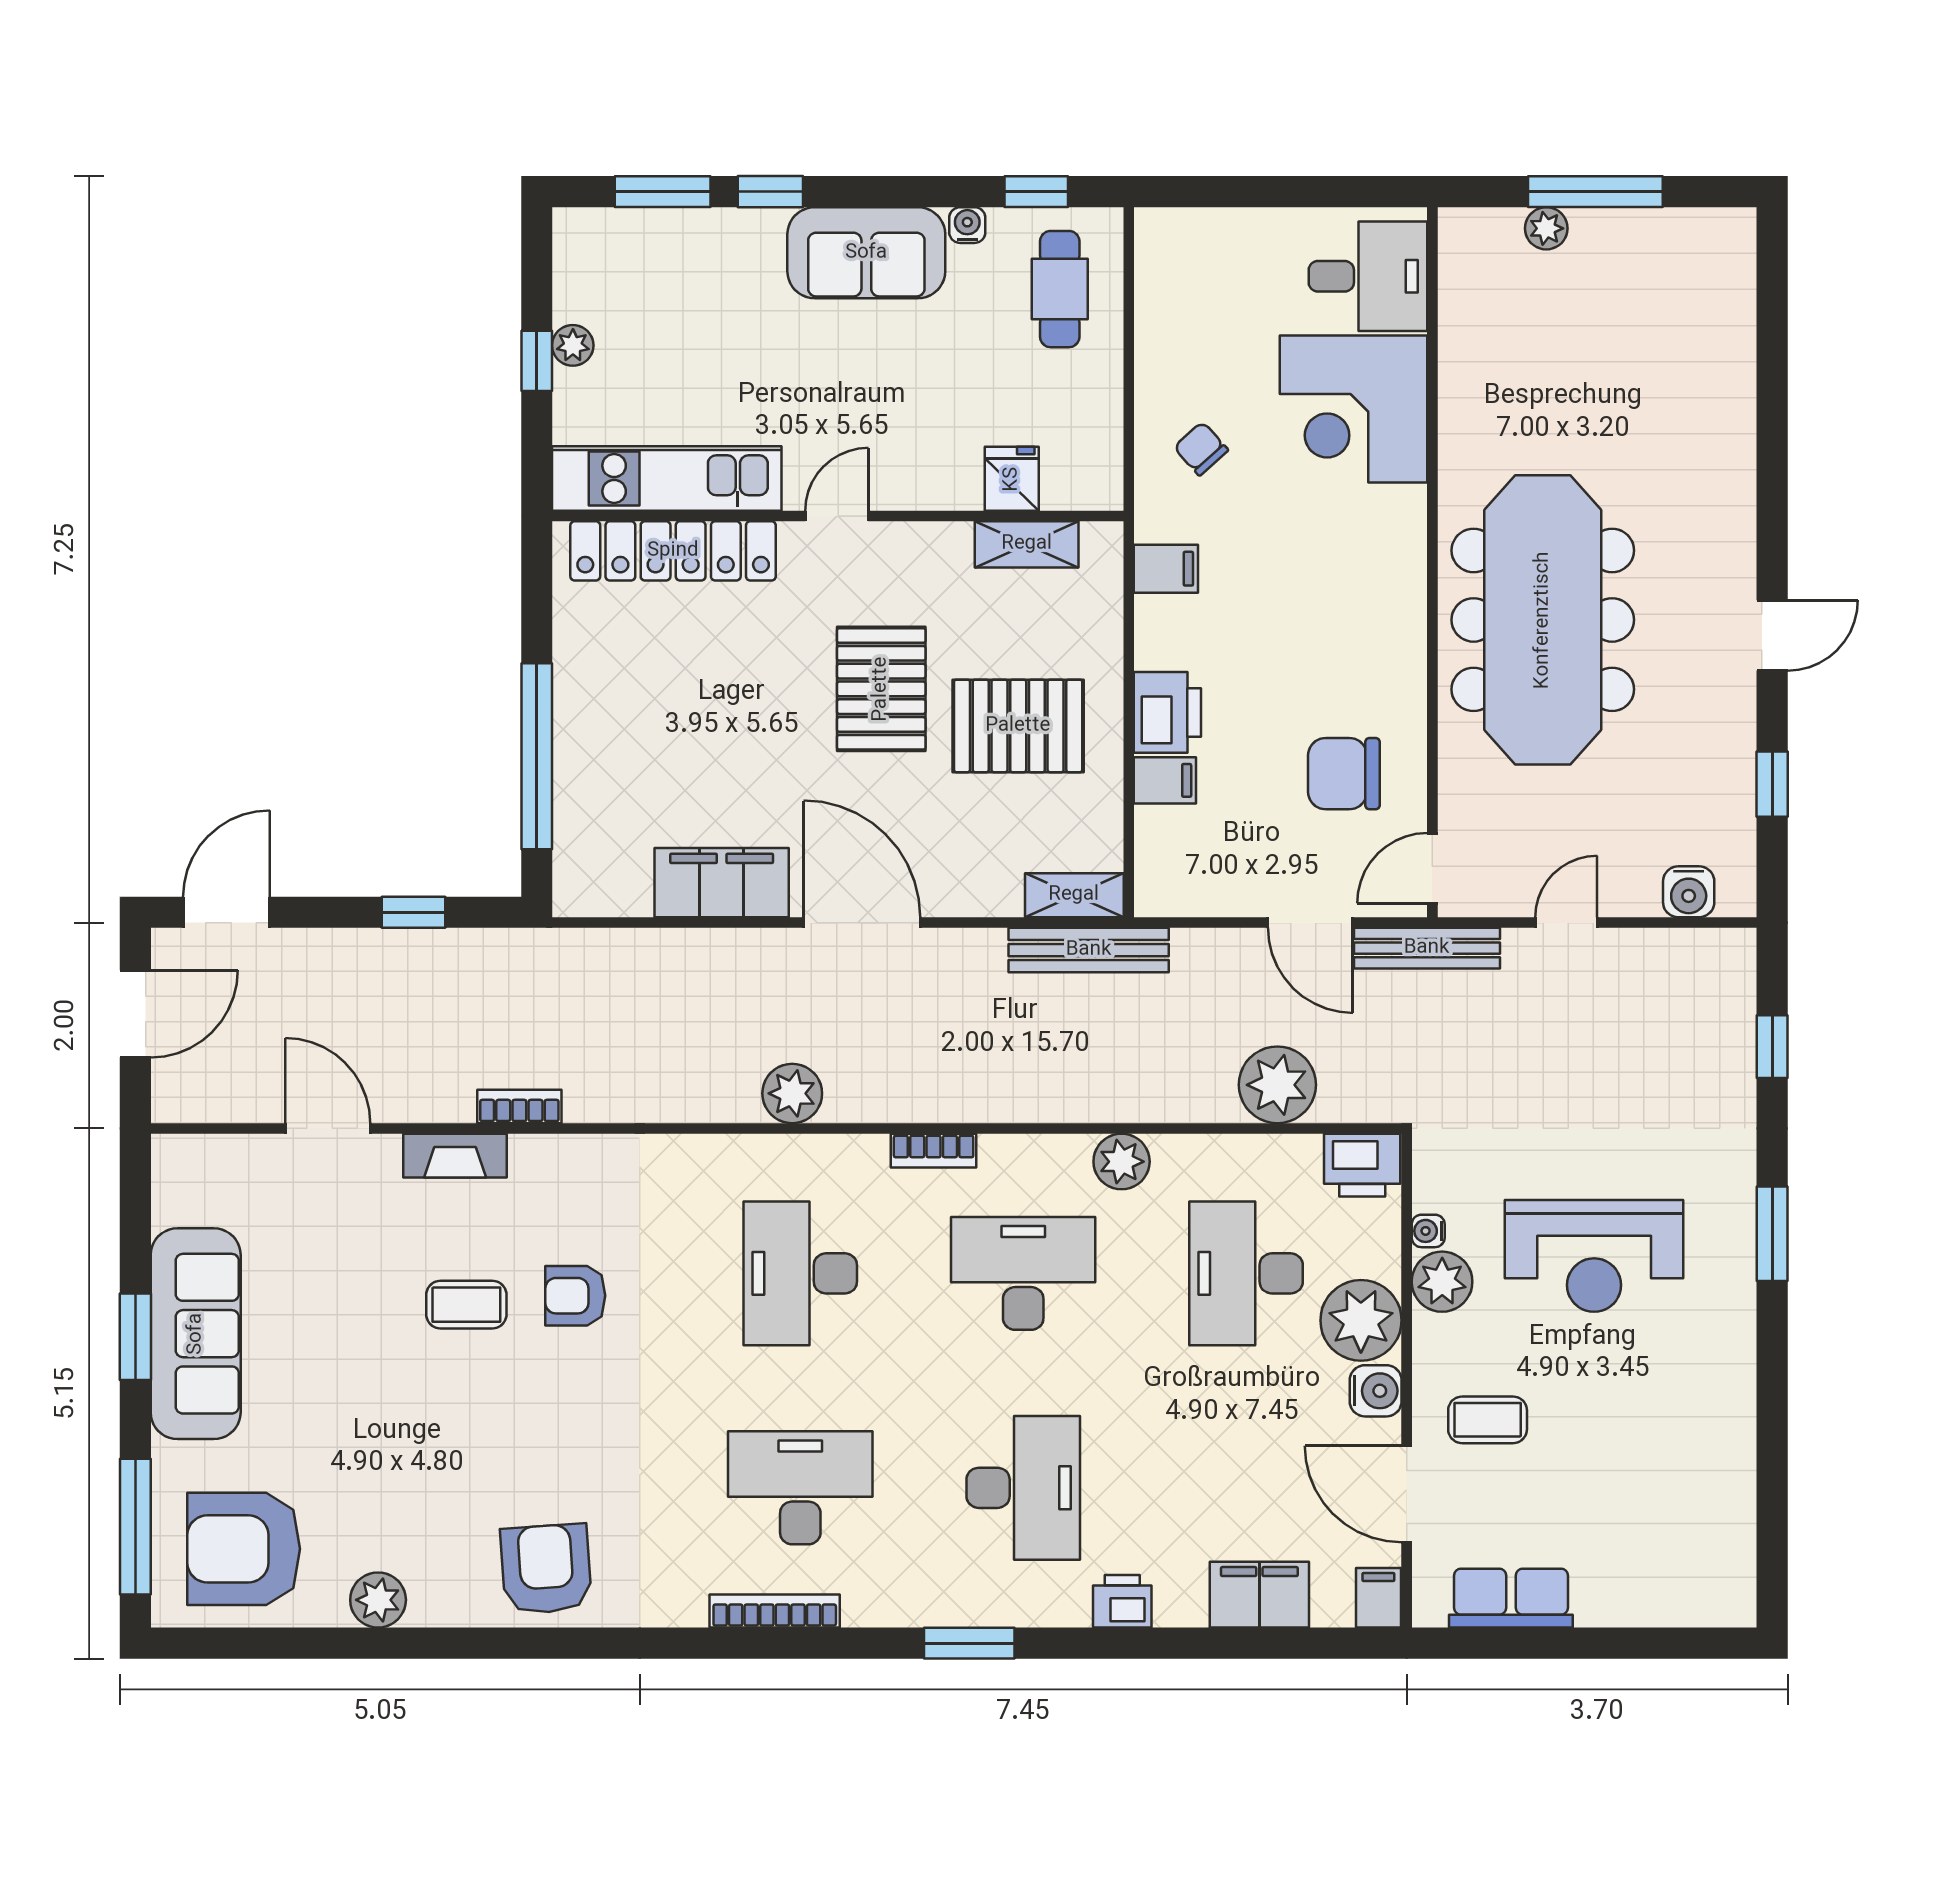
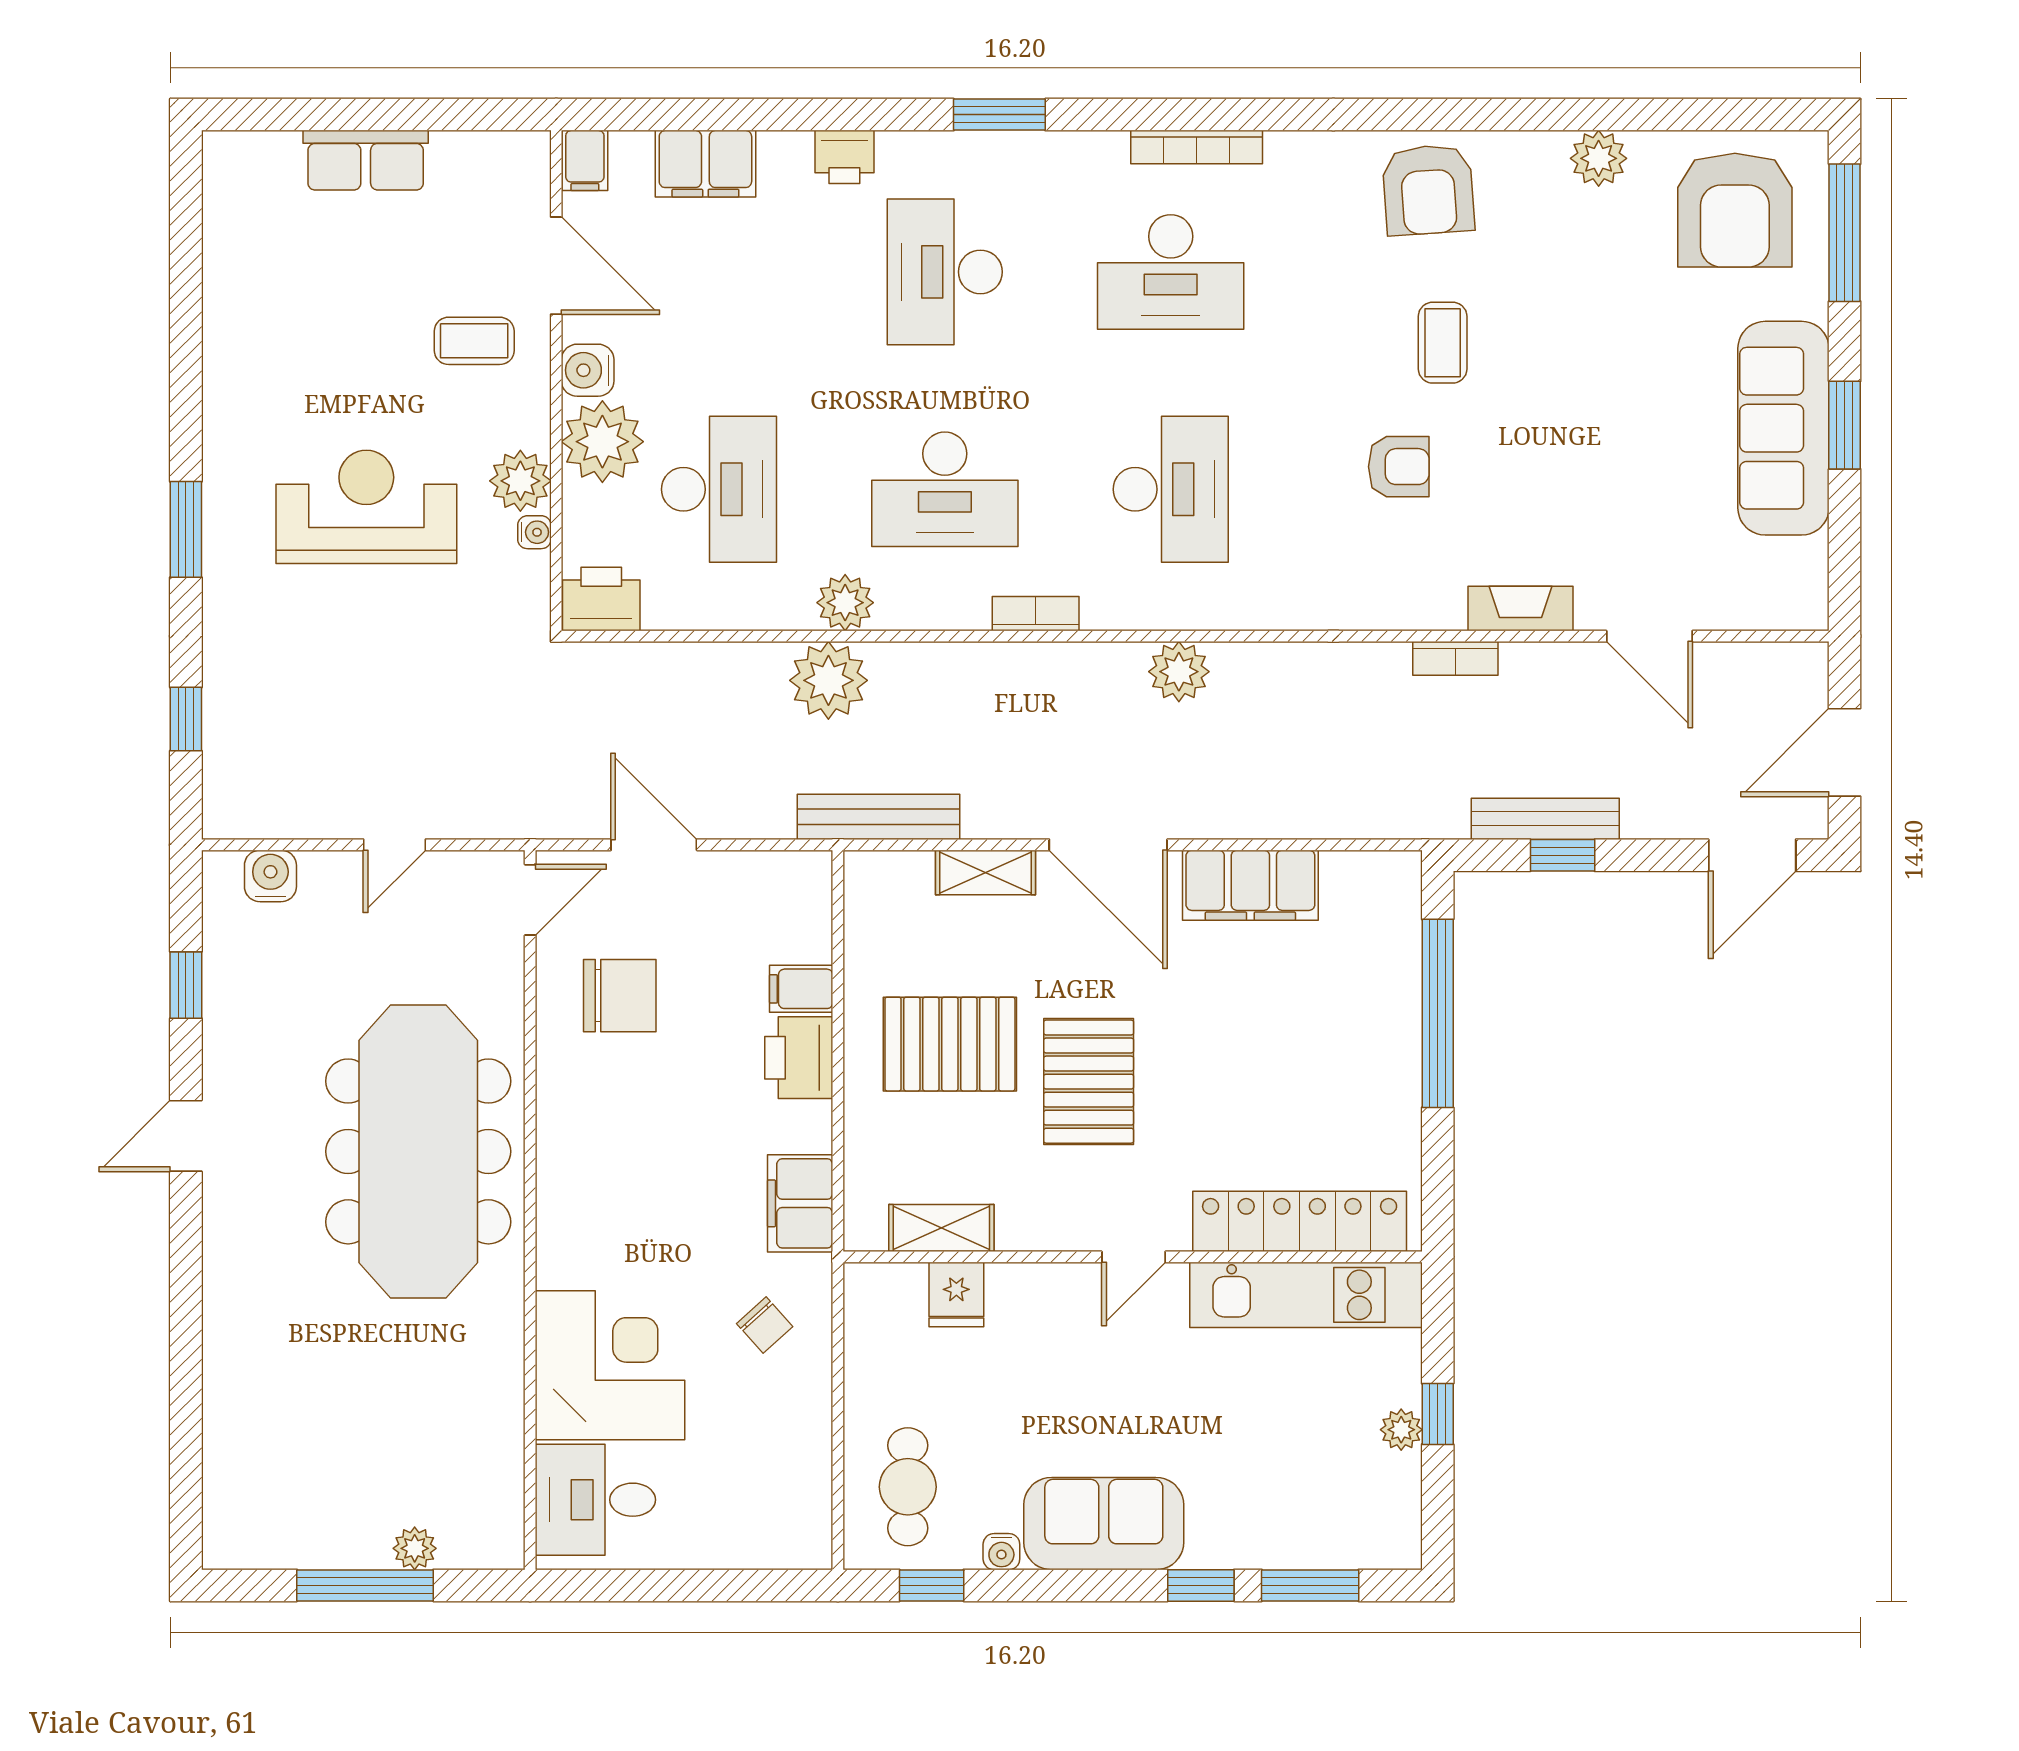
filing cabinet: (1166, 569) -> (800, 1203), width x2.00
shelving: (1074, 895) -> (986, 872), moved
bench: (1427, 948) -> (1545, 819), moved
plant: (1277, 1085) -> (828, 680), moved
coffee table: (466, 1305) -> (1443, 343), moved, turned 90
armchair: (244, 1549) -> (1735, 210), turned 90
row of seats: (1511, 1598) -> (366, 160), moved

